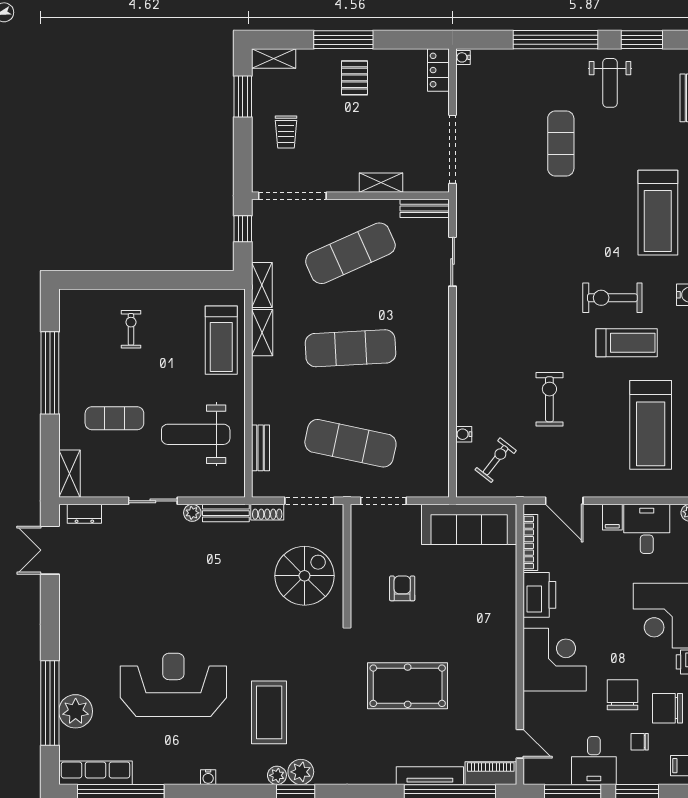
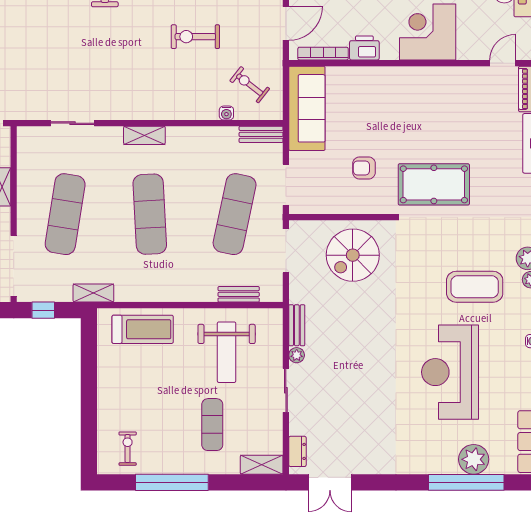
bench: (425, 208) -> (261, 134), moved, turned 90
exercise mat: (350, 253) -> (65, 214), turned 33
exercise bike: (131, 329) -> (128, 449), moved, turned 90
shelving: (262, 333) -> (144, 135), moved
shoe rack: (267, 512) -> (296, 288), removed
spiral stairs: (304, 576) -> (353, 255), turned -90
printer: (539, 595) -> (364, 48), width x0.73, depth x0.84
pool table: (408, 686) -> (434, 184), moved, turned 90

